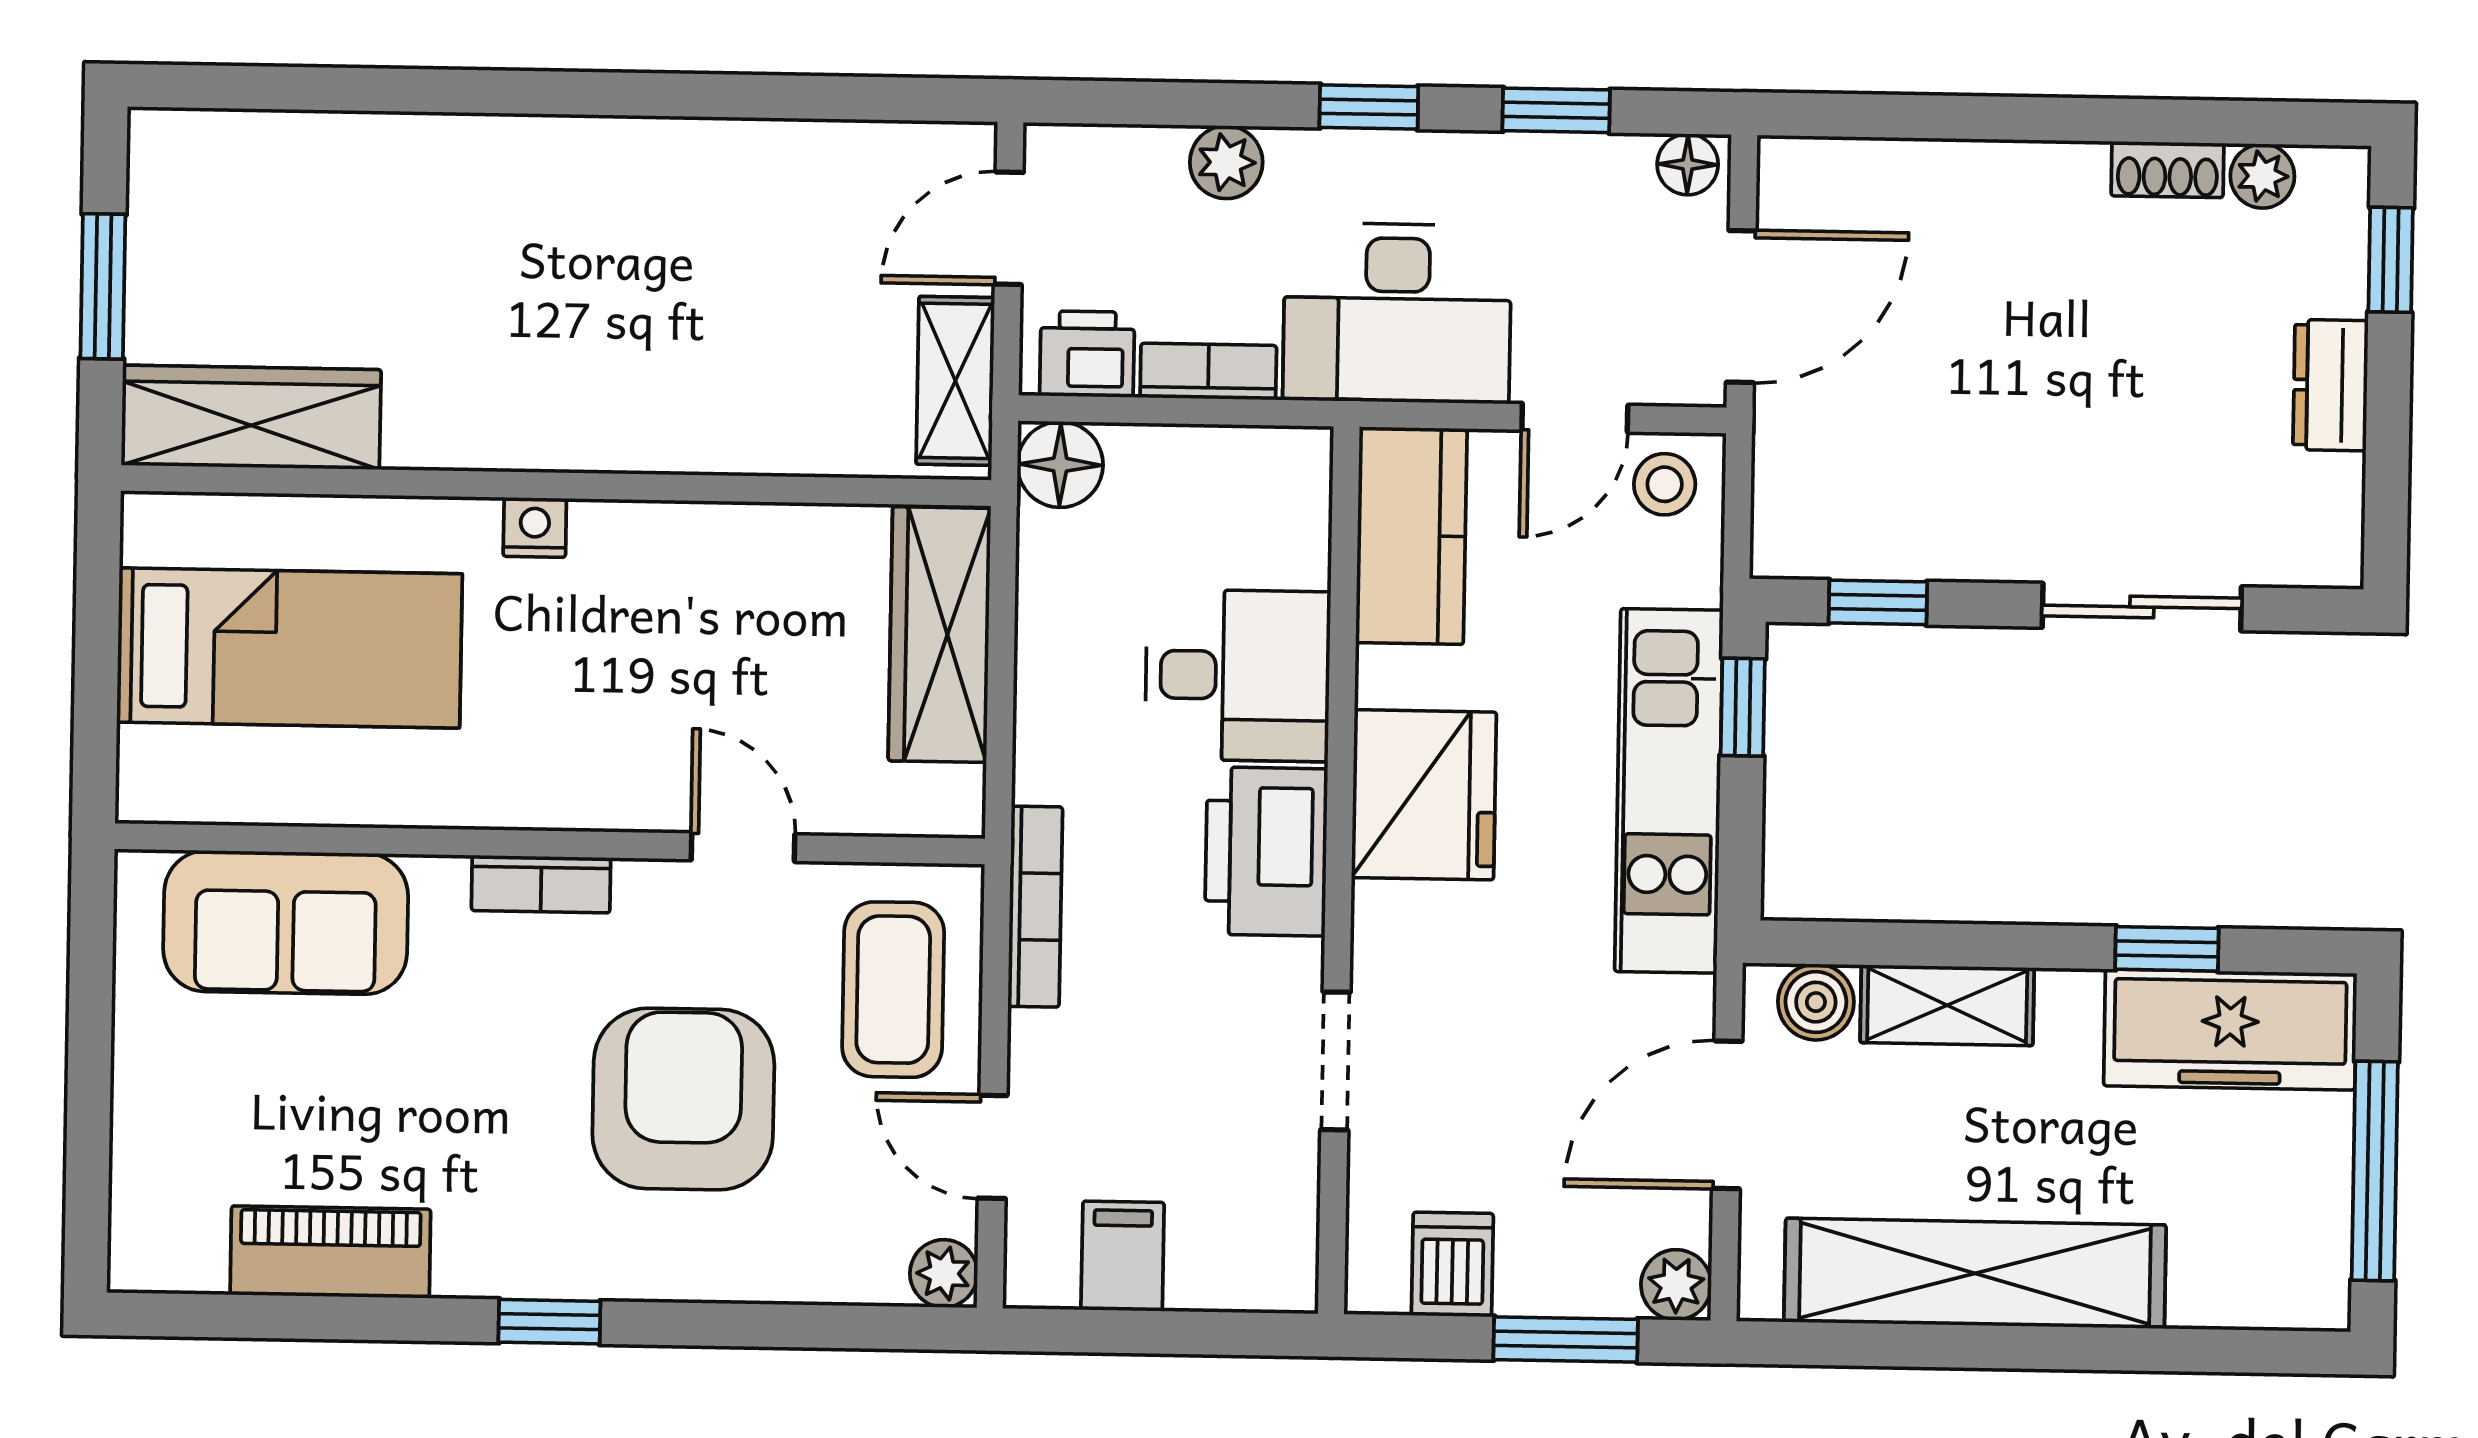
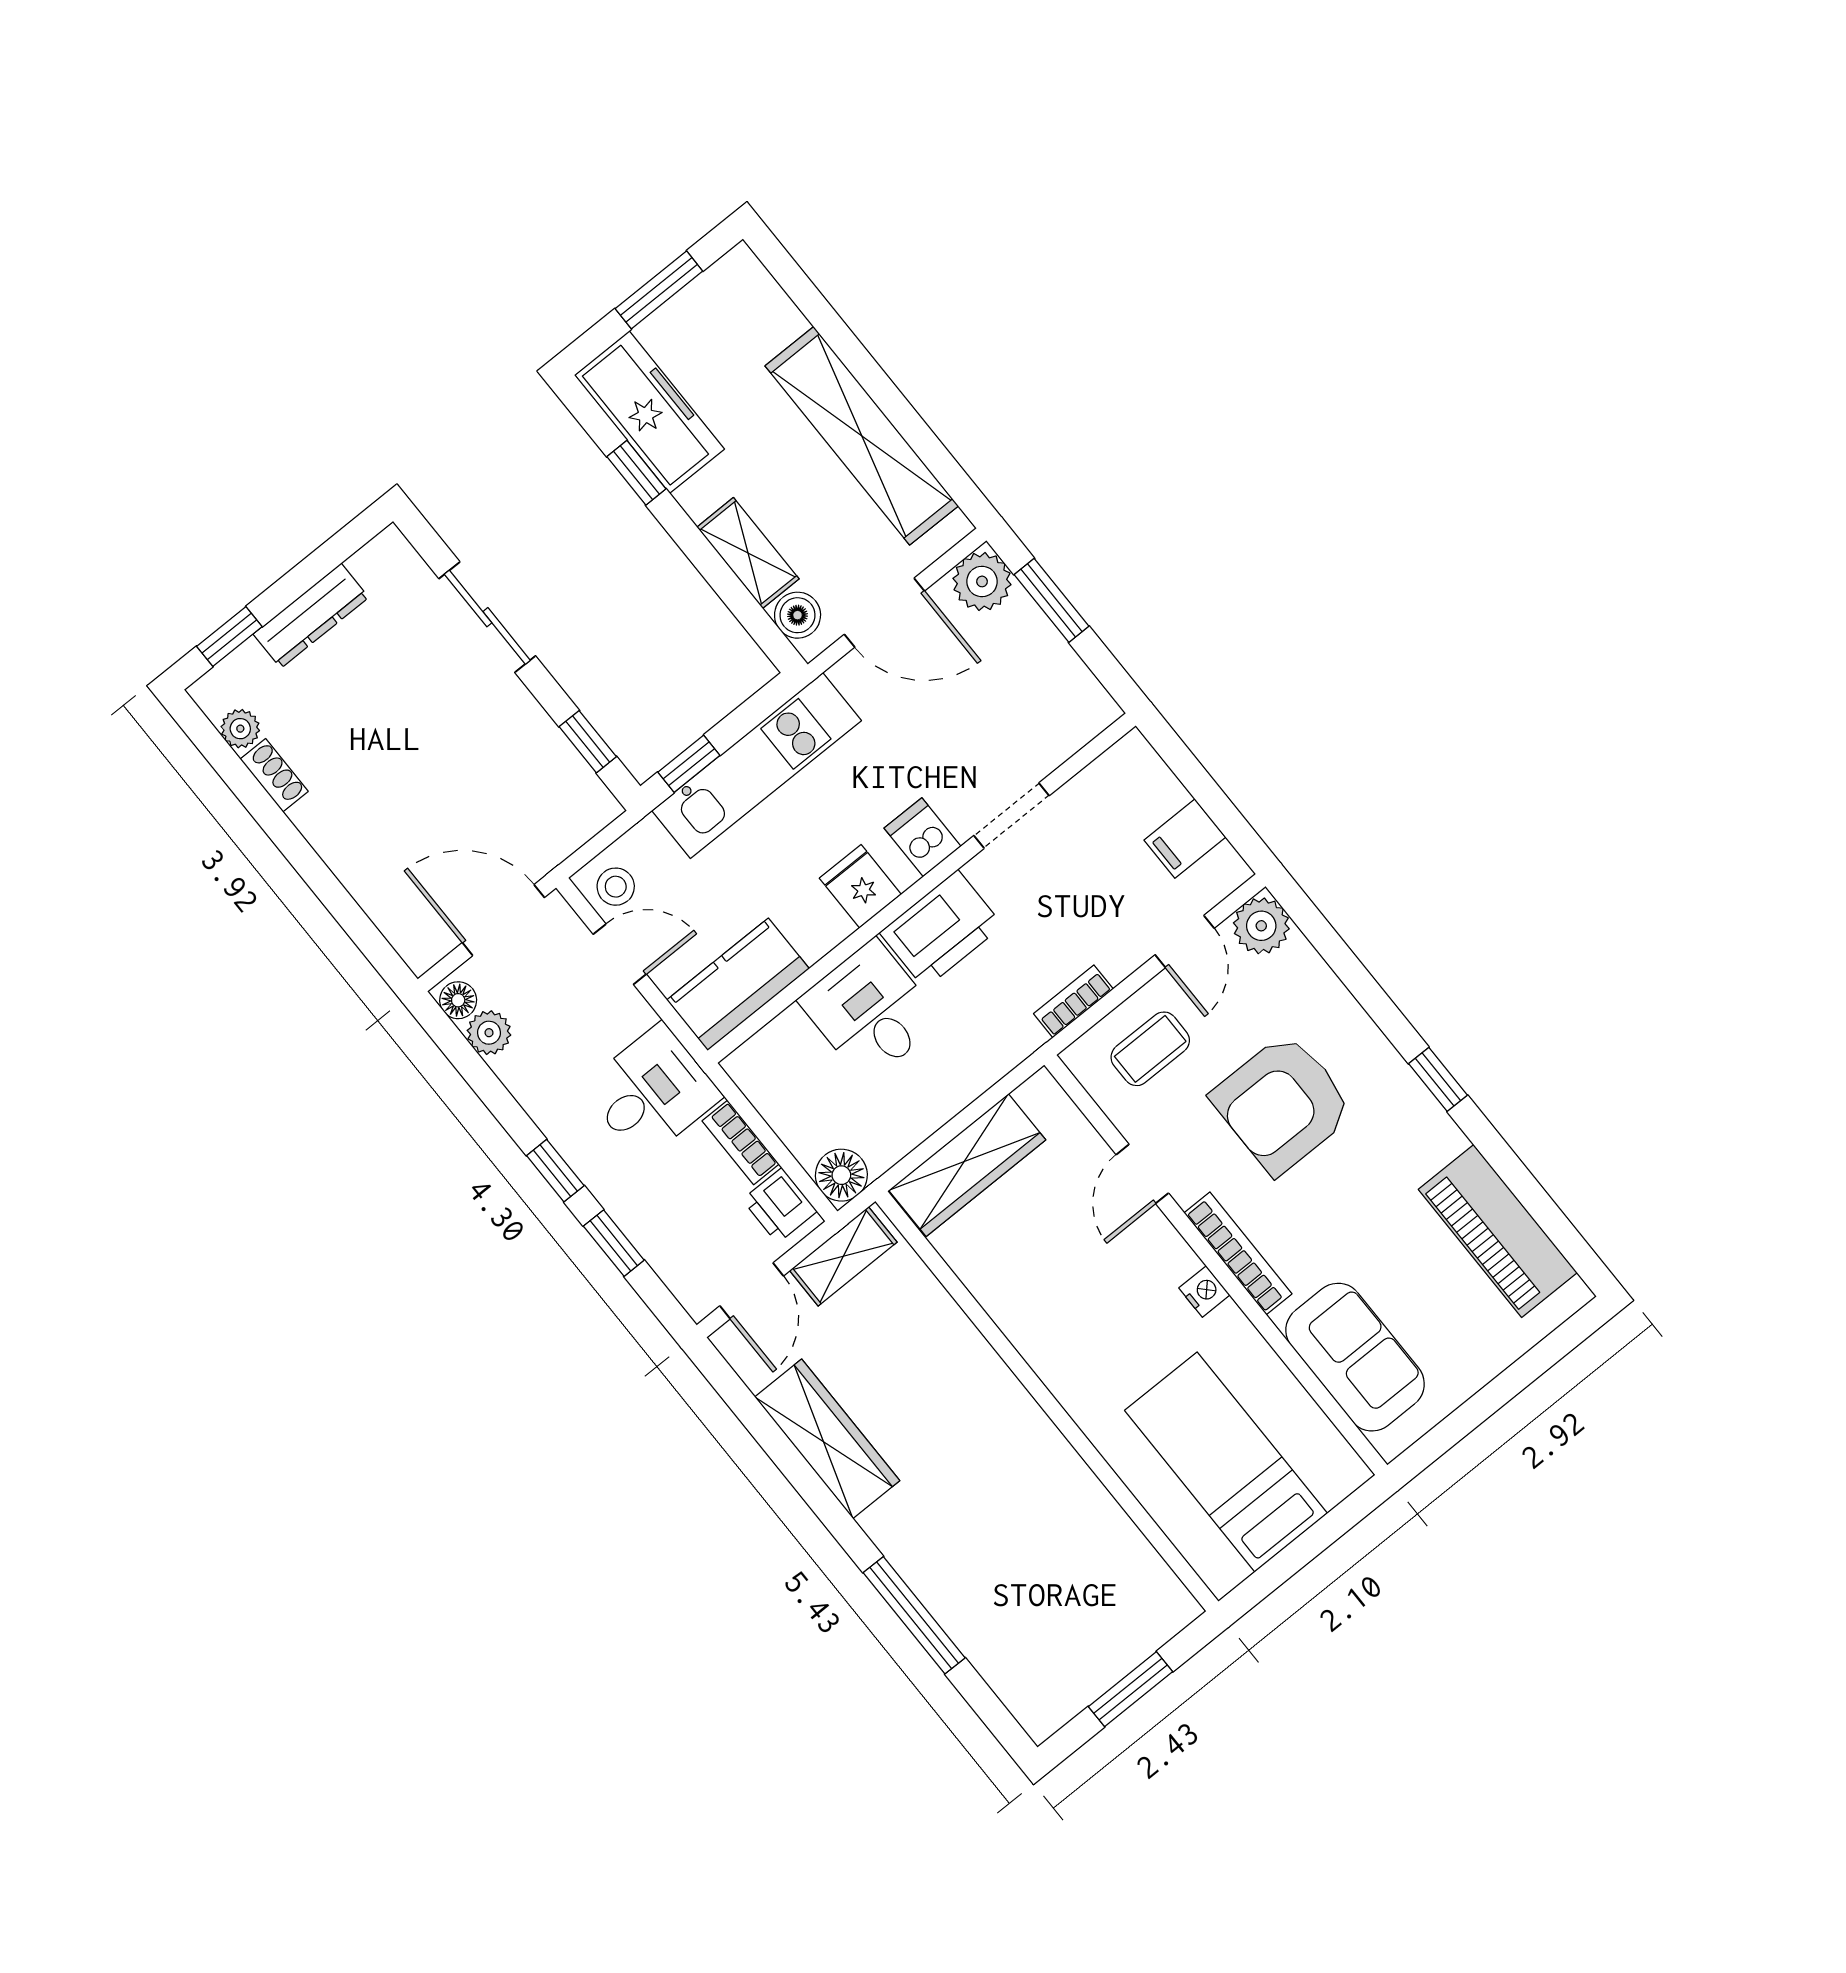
window: (426, 91) -> (914, 1615), added
window: (1556, 110) -> (614, 1243), moved
plant: (1226, 162) -> (489, 1033), moved
door: (1009, 228) -> (752, 1291), hinge flipped
desk: (1397, 313) -> (652, 1092), width x0.73
dresser: (2331, 385) -> (311, 616), width x1.44
wardrobe: (251, 417) -> (827, 1439), moved, turned 180
nightstand: (535, 527) -> (1204, 1291), moved, turned 180
fridge: (1424, 795) -> (860, 886), width x0.53, depth x0.75
bookcase: (541, 884) -> (1238, 1253), width x1.56
bookcase: (1035, 907) -> (1073, 1001), width x0.64
coffee table: (893, 990) -> (1150, 1049), width x0.73, depth x0.77
window: (2375, 1171) -> (659, 290), width x0.69
piano: (330, 1252) -> (1498, 1231), width x1.37, depth x1.33
dishwasher: (1452, 1264) -> (923, 837), moved, turned 90
plant: (944, 1273) -> (1261, 926), width x1.38, depth x1.38
plant: (1676, 1285) -> (982, 581), width x1.38, depth x1.38

